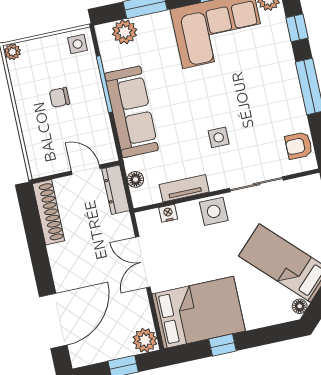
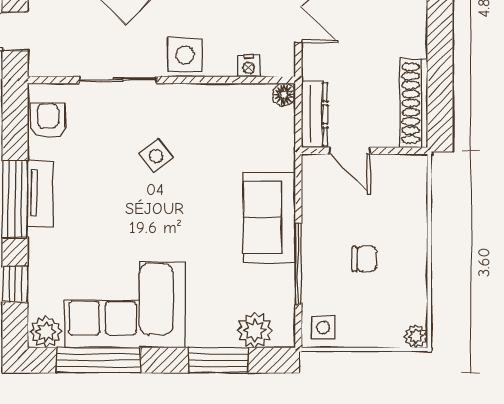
sofa: (131, 112) -> (269, 217), width x0.73
side table: (219, 137) -> (156, 156), turned -38
armchair: (299, 146) -> (48, 121), turned -90
floor lamp: (135, 179) -> (284, 94), moved
tv unit: (184, 188) -> (40, 193), moved, turned -90

